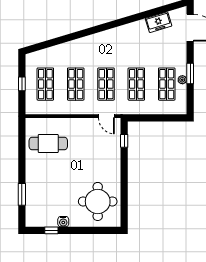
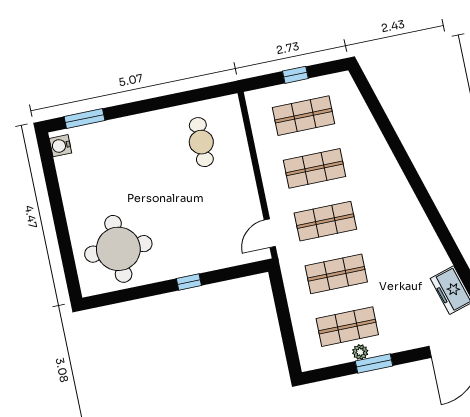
window: (124, 141) -> (189, 282), moved
cafe table: (48, 143) -> (201, 142), width x0.73, depth x0.74
window: (22, 194) -> (85, 118), moved
water cooler: (63, 222) -> (60, 146), moved
window: (51, 230) -> (51, 179), removed

